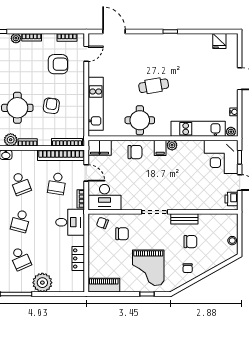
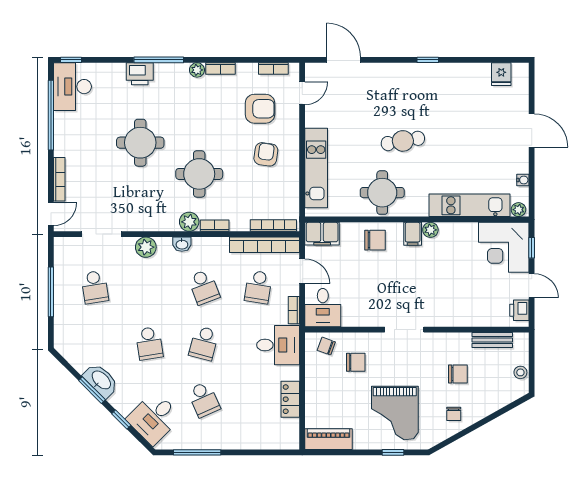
armchair: (51, 106) -> (266, 154), moved
desk: (104, 197) -> (323, 308), width x0.73
bench: (184, 219) -> (492, 340), moved
plant: (42, 283) -> (237, 435), removed

